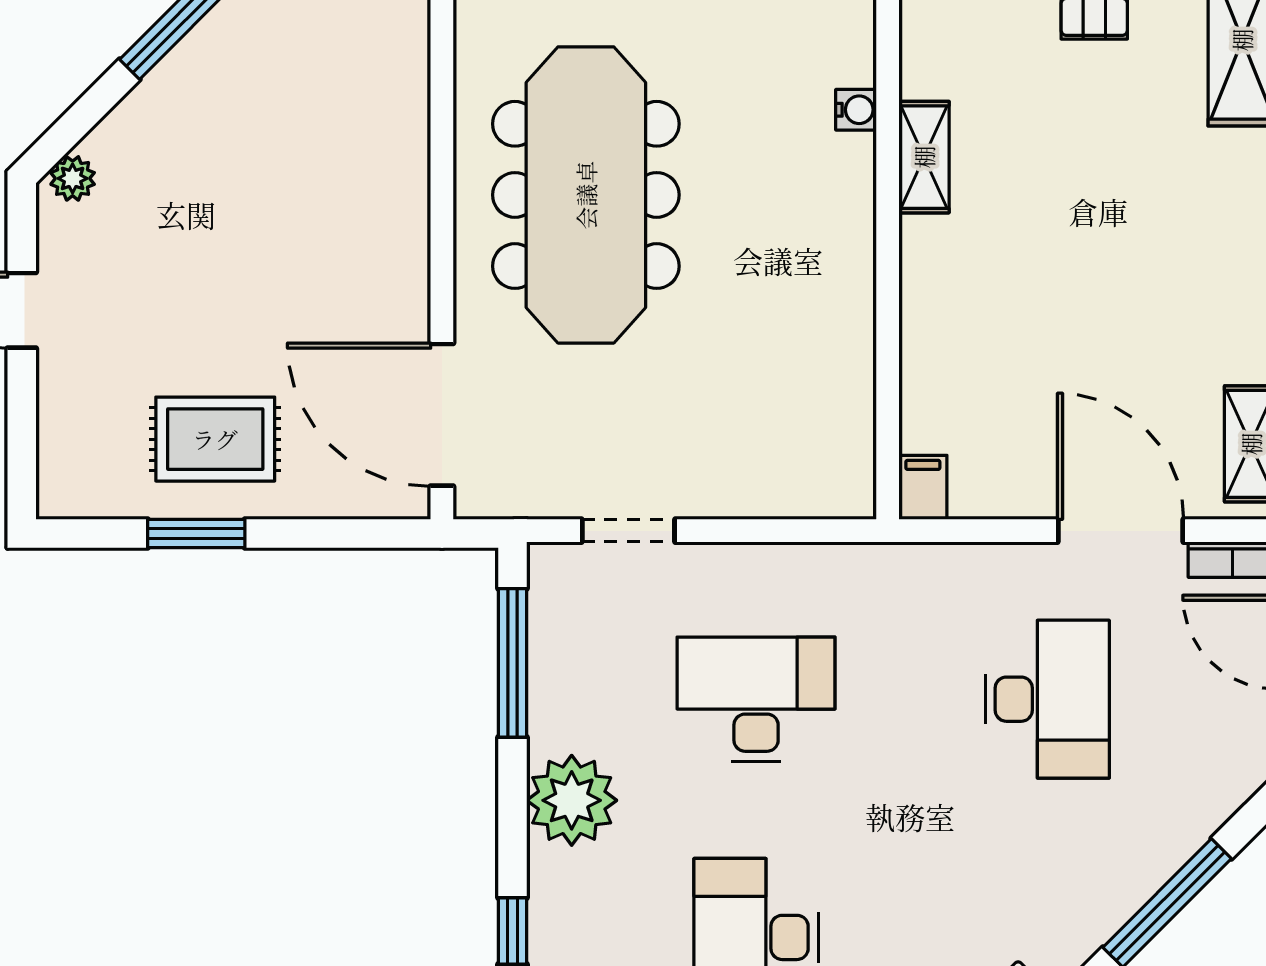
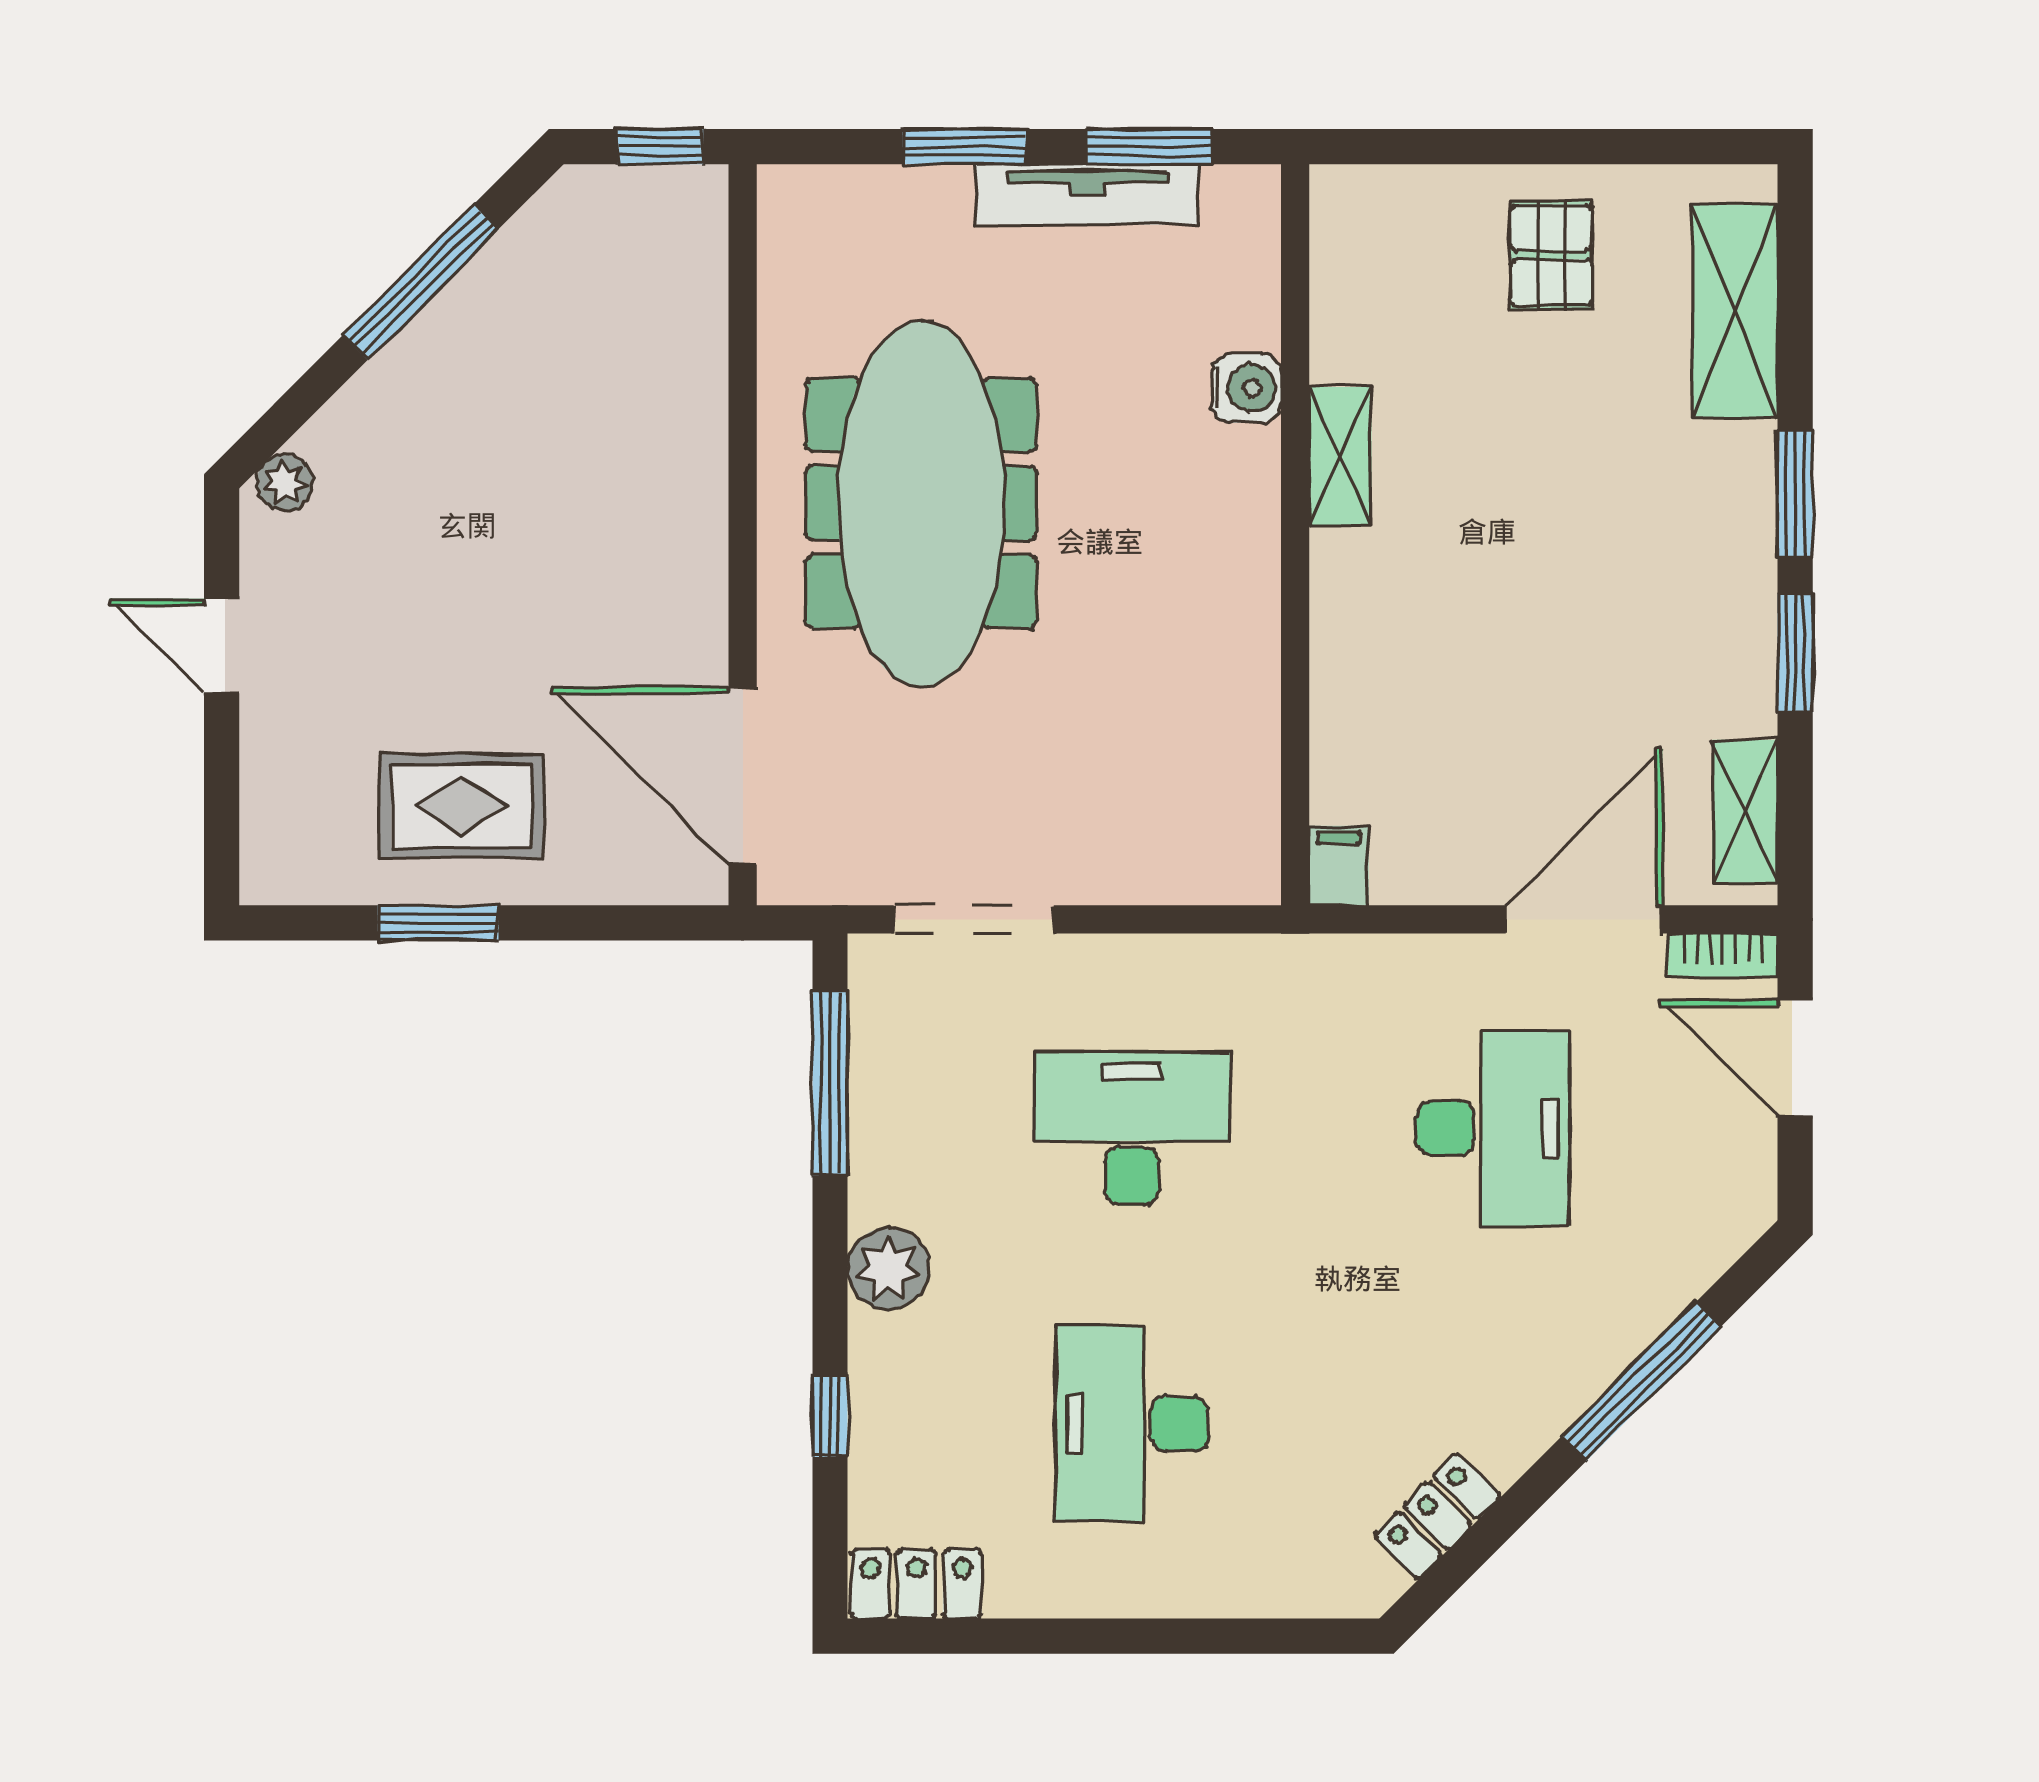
water cooler: (856, 110) -> (1246, 388), width x1.38, depth x1.38
doorway: (628, 531) -> (974, 919), width x1.38
door: (1121, 531) -> (1584, 919), hinge flipped
plant: (572, 800) -> (889, 1269), width x0.73, depth x0.73

